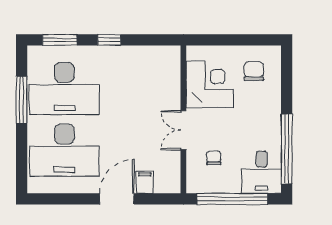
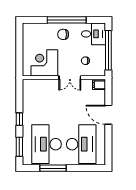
chair: (254, 71) -> (63, 34), moved
desk: (64, 89) -> (47, 144), turned 180
window: (287, 149) -> (67, 20), moved
filing cabinet: (145, 182) -> (99, 85), moved

